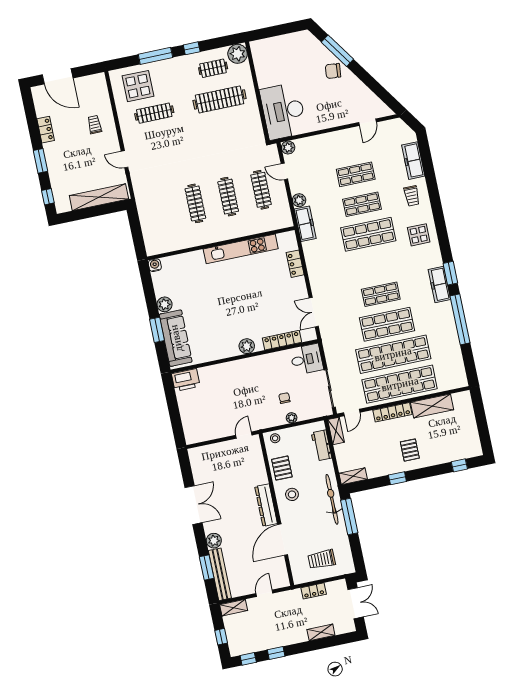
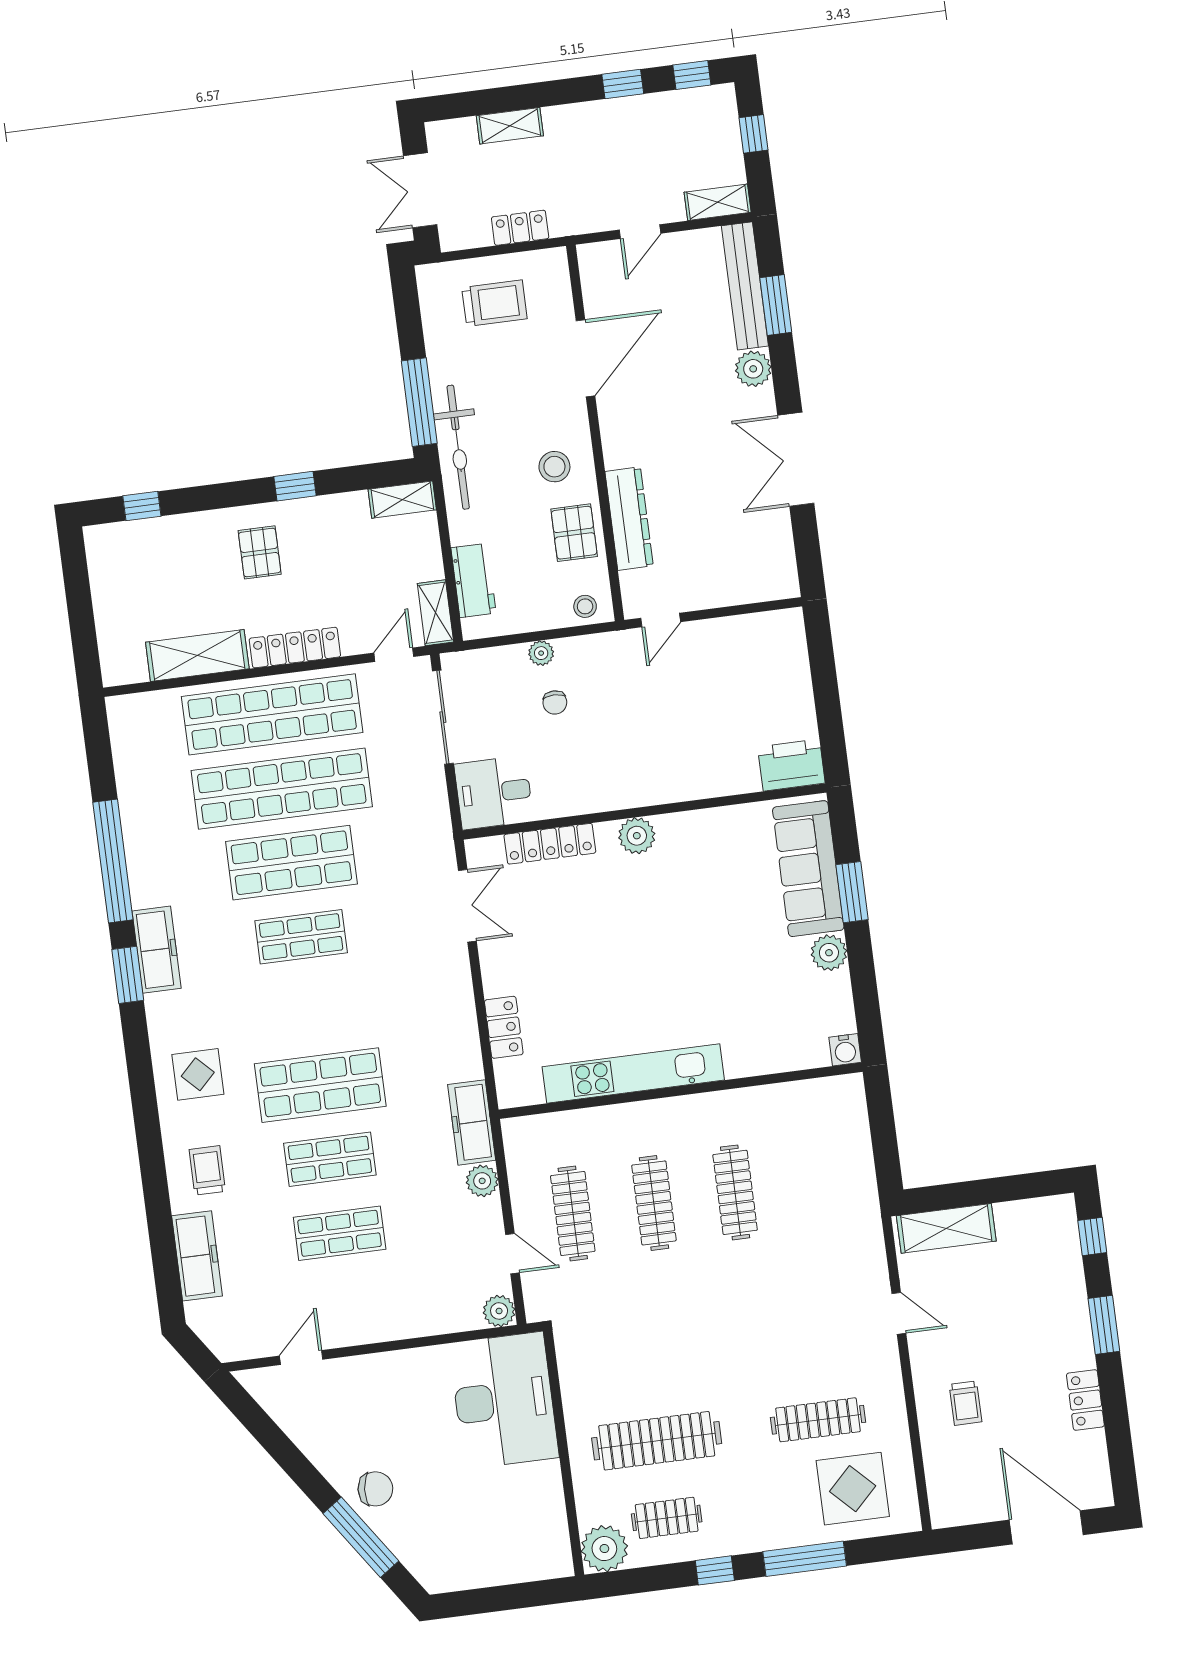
shelving: (99, 197) -> (946, 1228), width x0.68
dresser: (266, 505) -> (629, 519), moved

